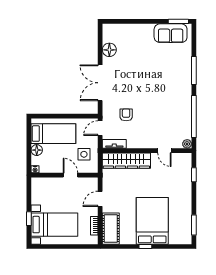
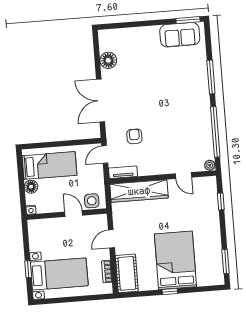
side table: (84, 154) -> (92, 201), moved

